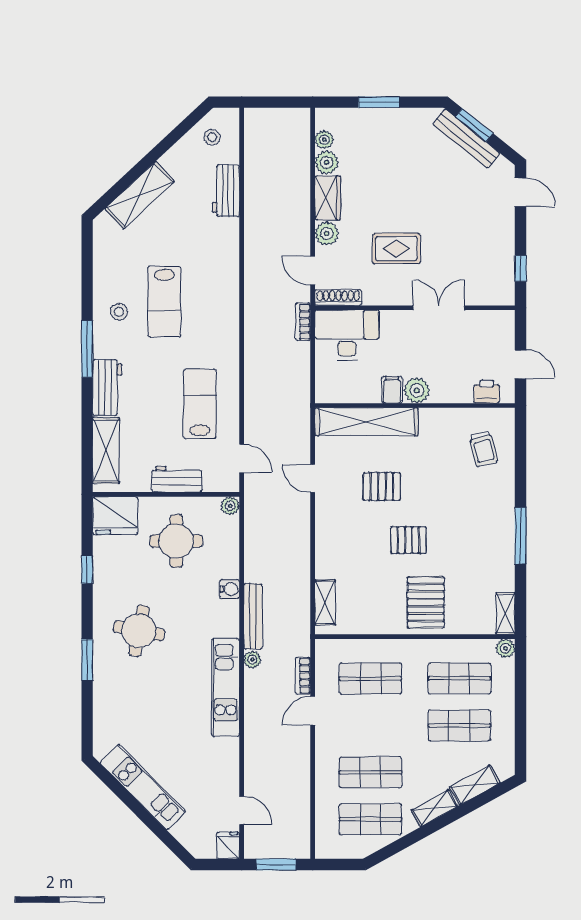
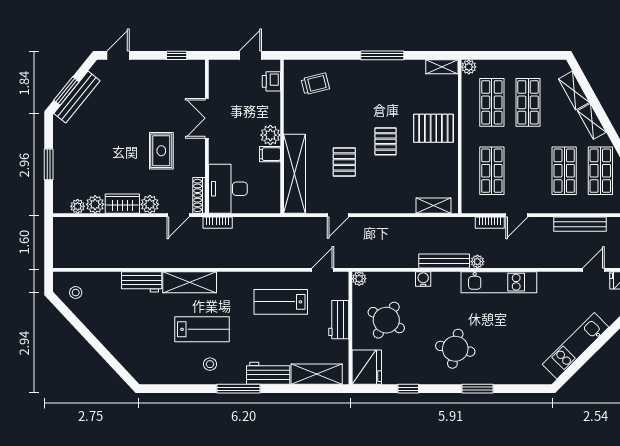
workbench: (226, 191) -> (142, 282), moved
shelving: (140, 195) -> (190, 282), moved, turned -47
round table: (176, 541) -> (386, 320), turned 31
door: (313, 711) -> (517, 215), hinge flipped
bench: (301, 793) -> (580, 224), added

